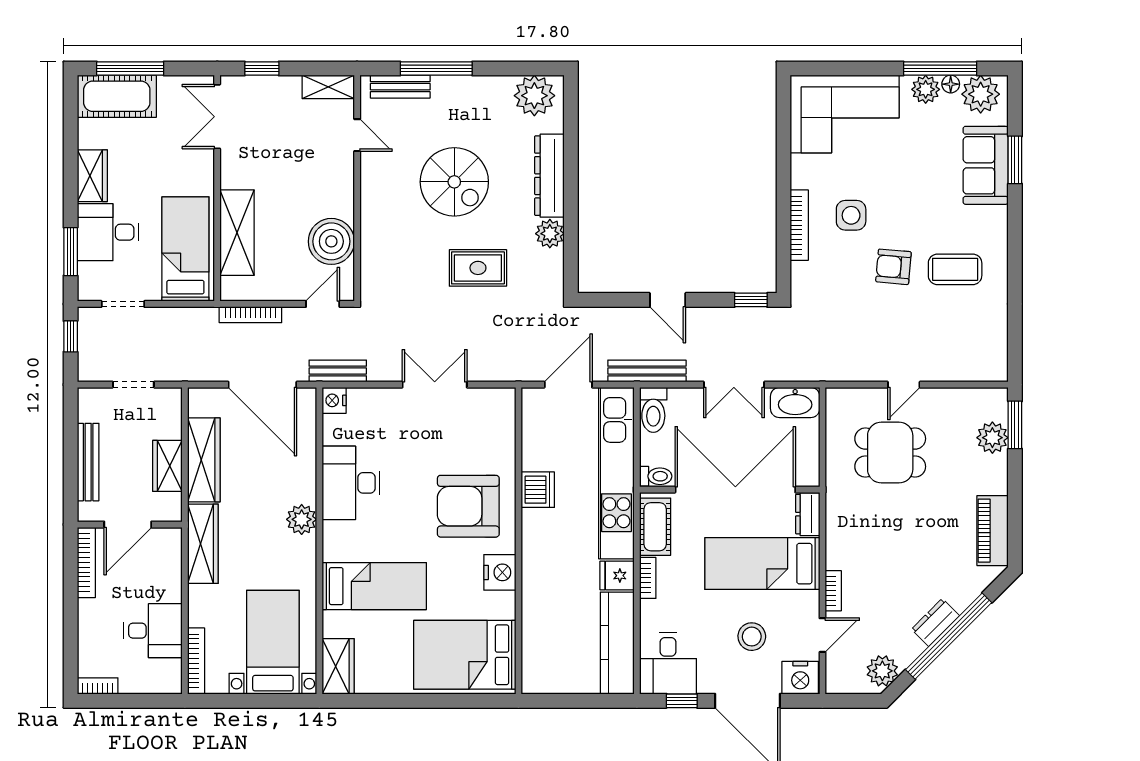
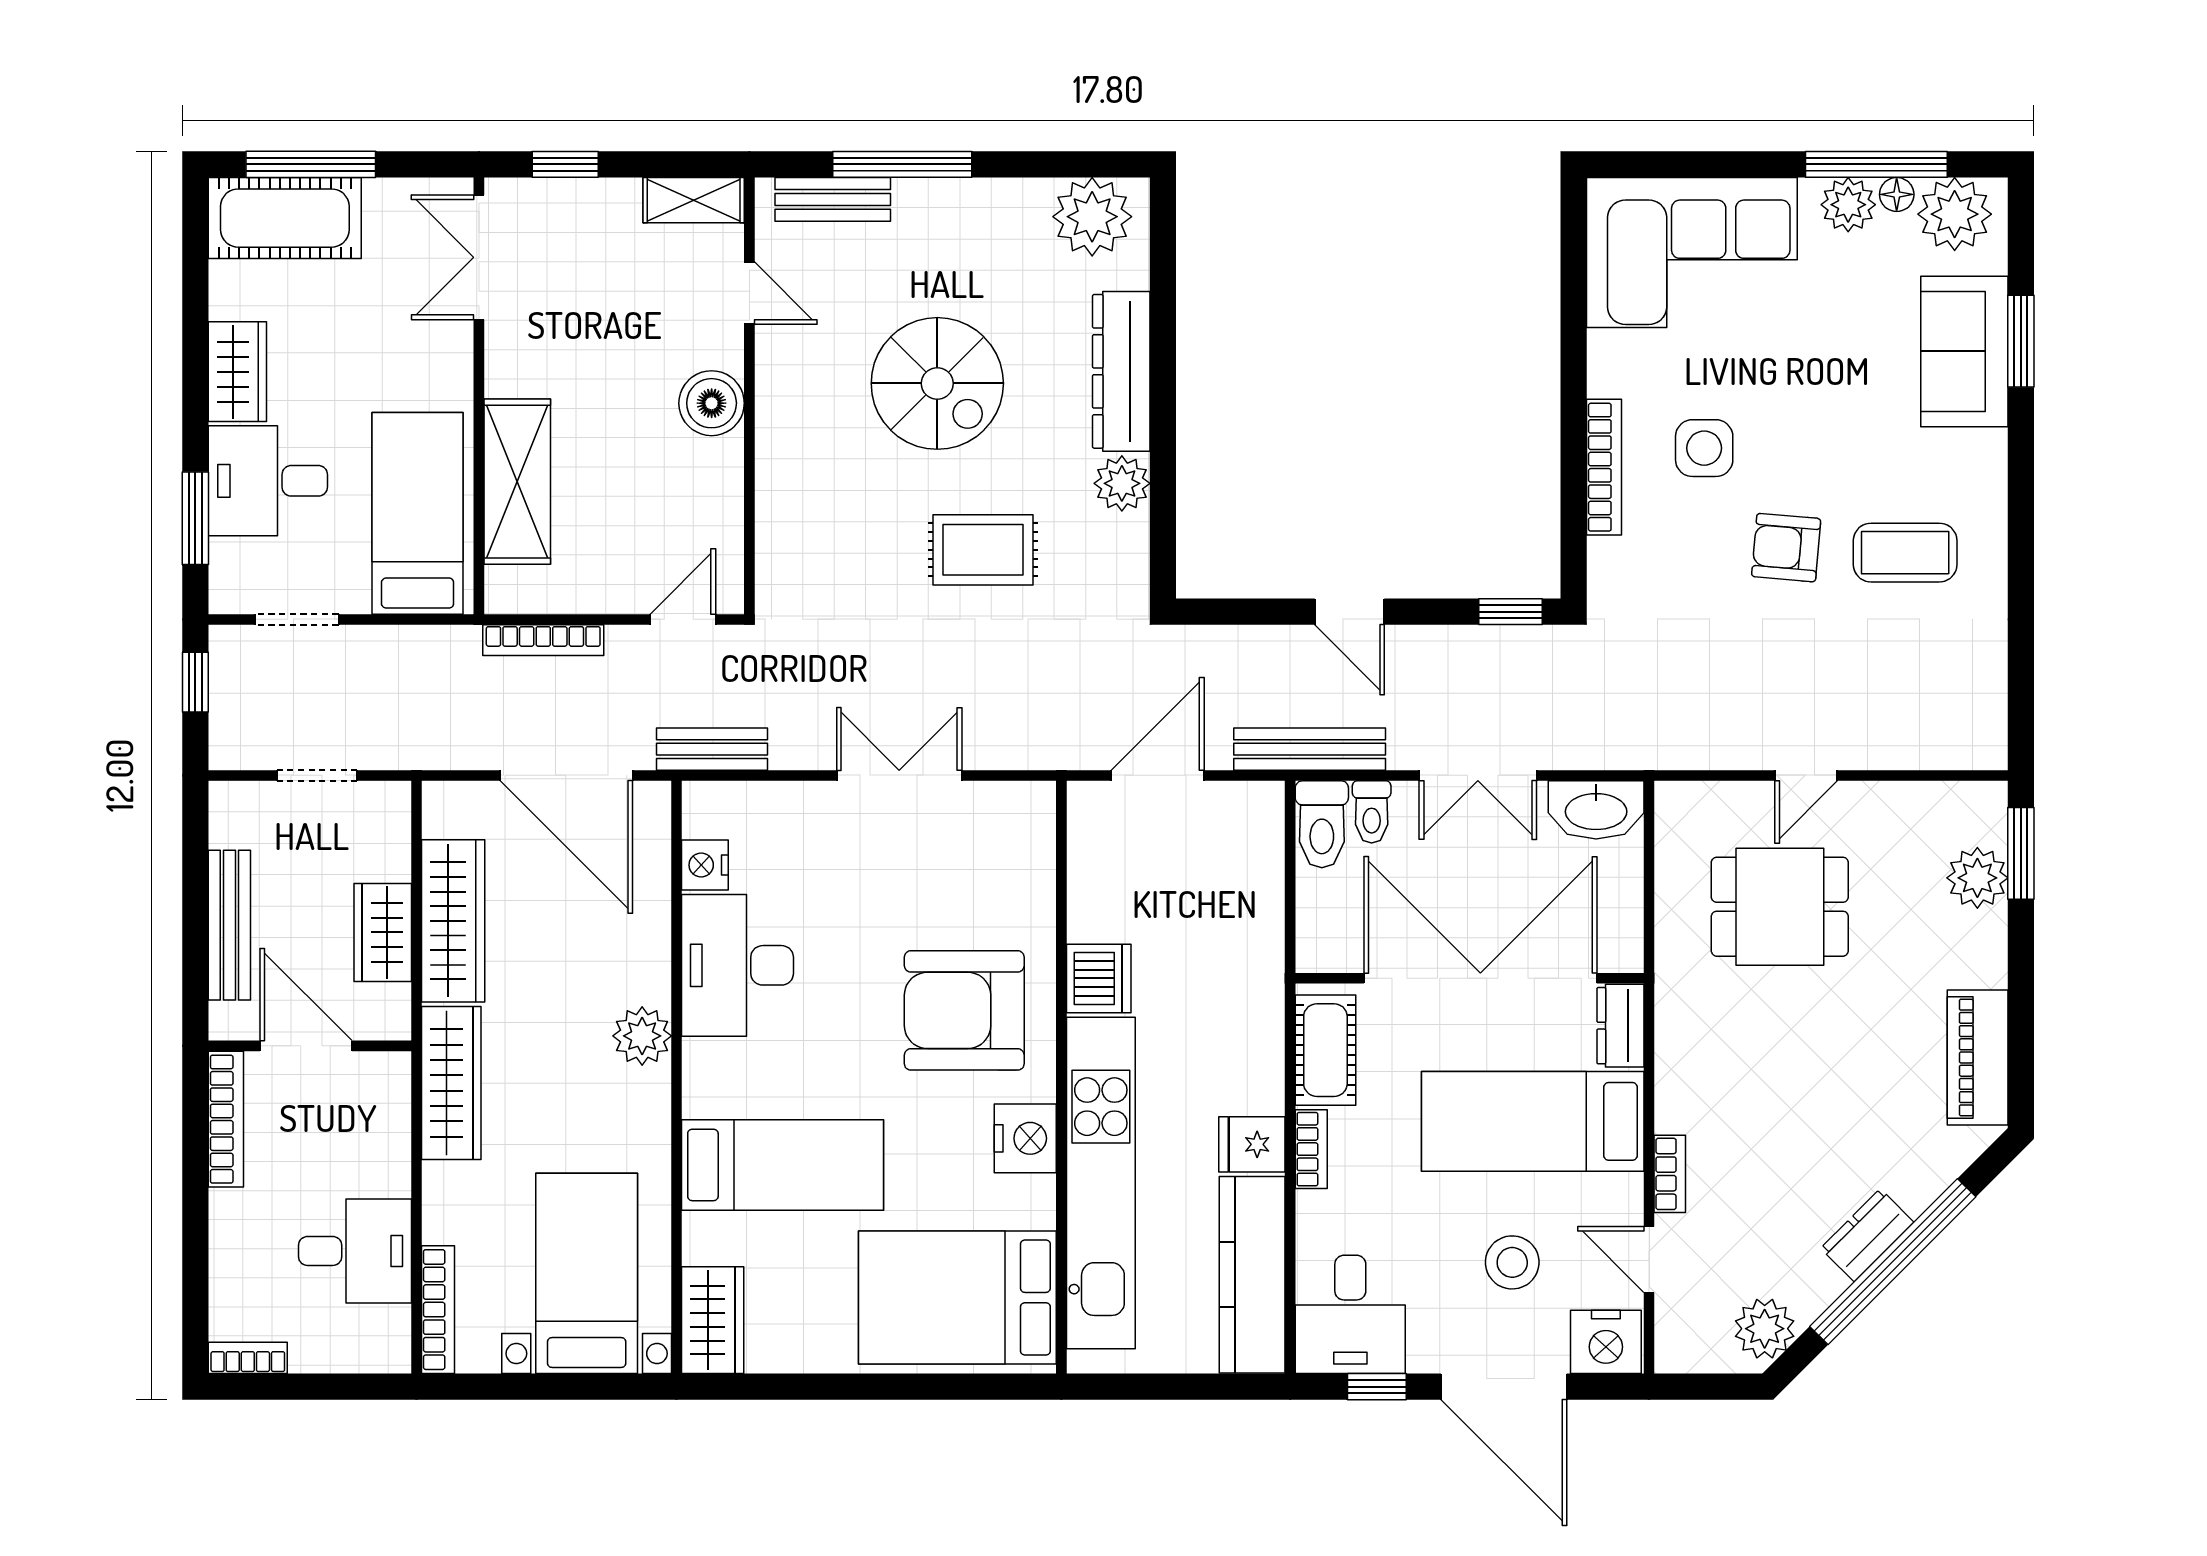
boiler: (331, 241) -> (712, 403), moved, width x0.73, depth x0.73
nightstand: (334, 400) -> (705, 865), moved
kitchen unit: (616, 473) -> (1101, 1183), moved, turned 180
toilet: (656, 476) -> (1372, 812), moved, turned 90
door: (128, 525) -> (306, 1046), swing flipped
door: (823, 635) -> (1649, 1260), swing flipped

